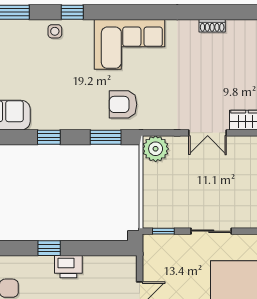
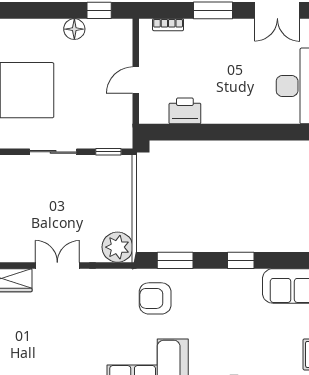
armchair: (123, 104) -> (155, 298), turned 180
window: (49, 248) -> (241, 132), removed
printer: (68, 267) -> (185, 111), moved

